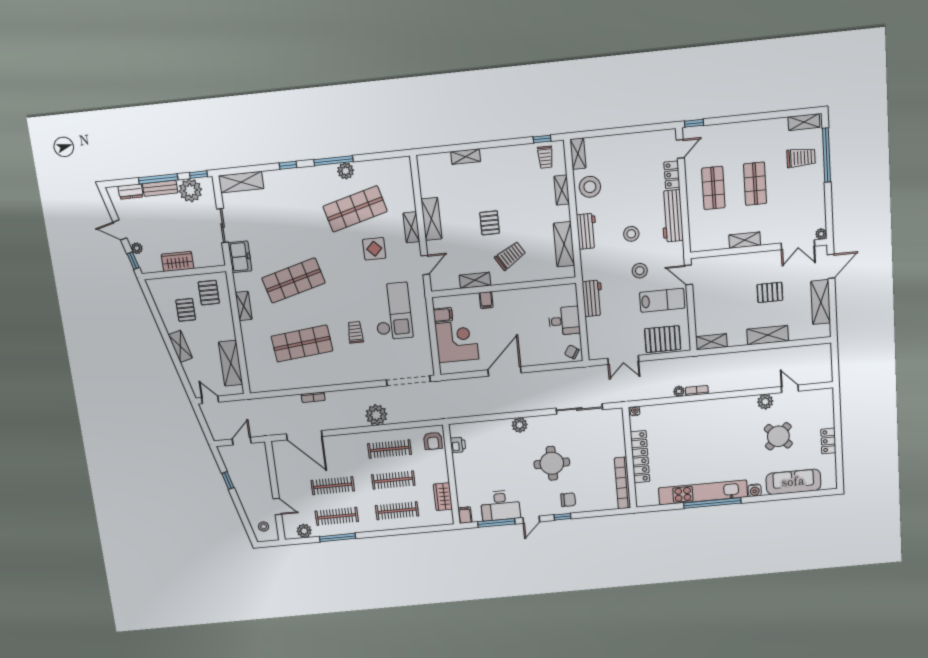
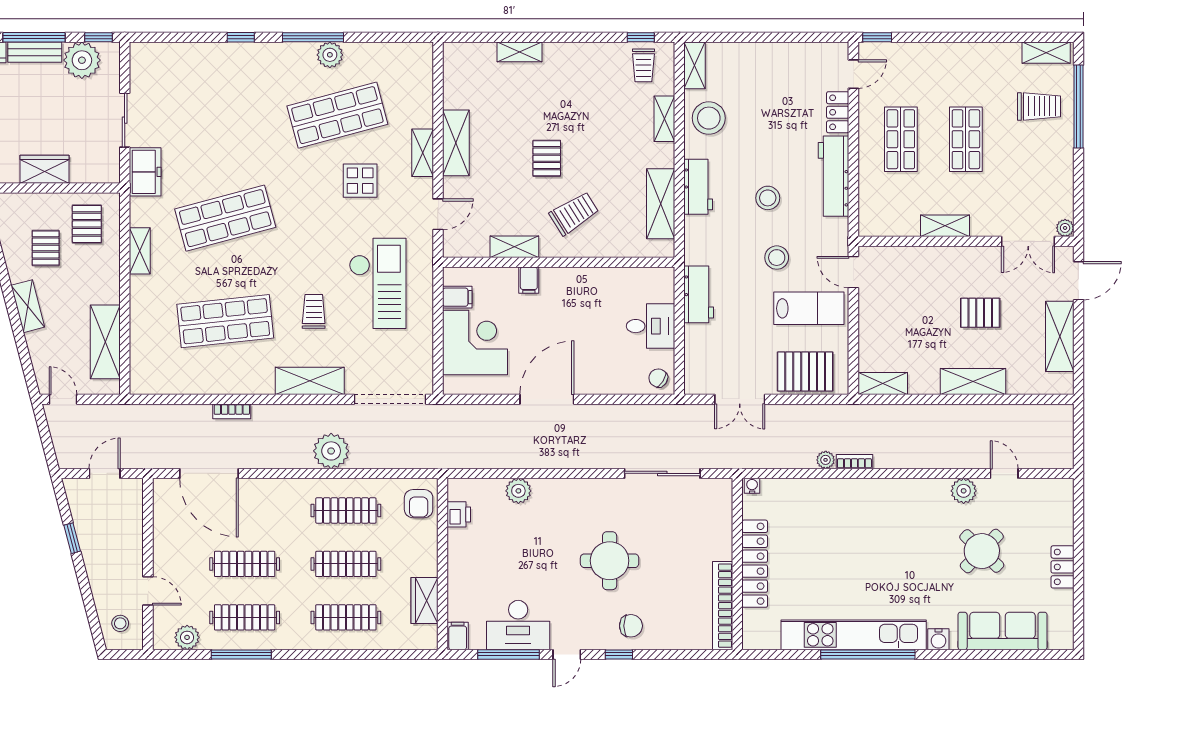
shelving: (241, 182) -> (310, 381), moved
plant: (520, 425) -> (518, 491), moved

